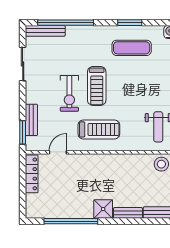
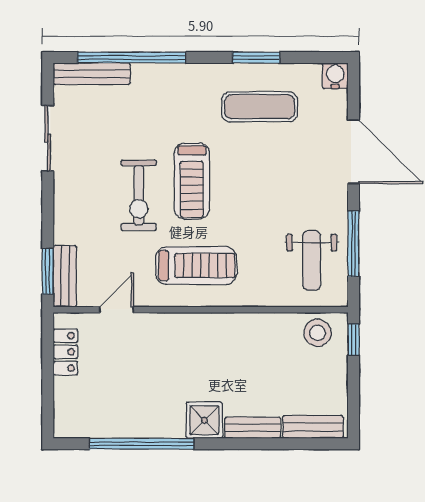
bench: (31, 120) -> (65, 276), moved
locker: (32, 174) -> (65, 352), width x0.66

